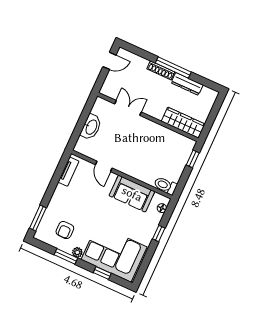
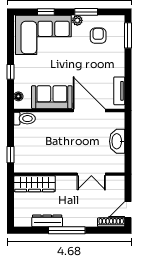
shoe rack: (161, 70) -> (111, 222), moved
door: (104, 166) -> (89, 110), width x1.87

